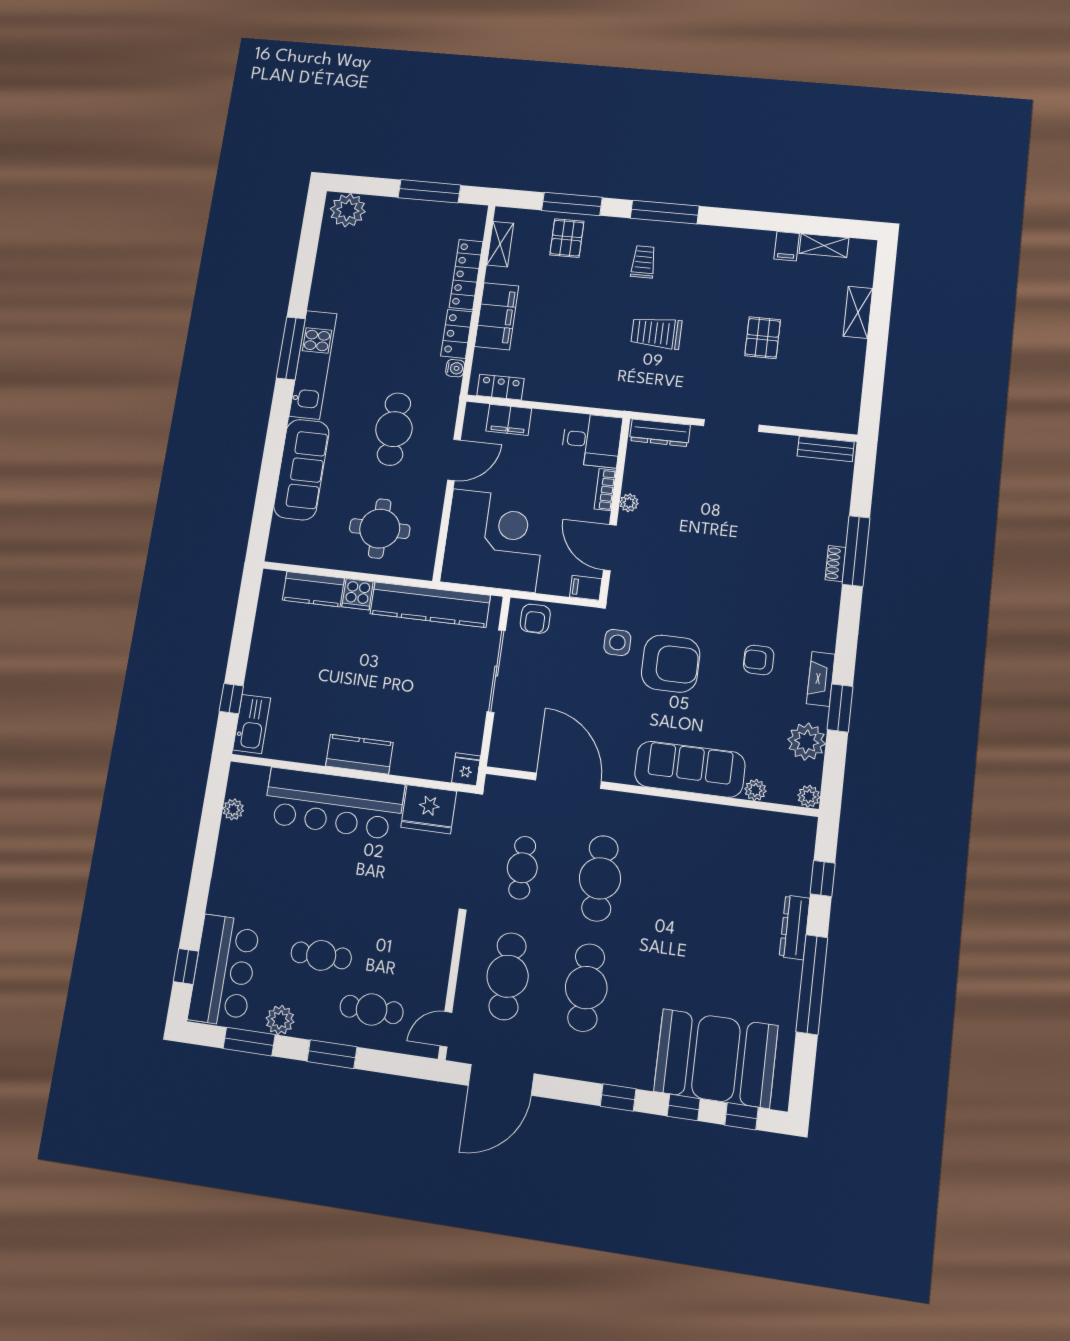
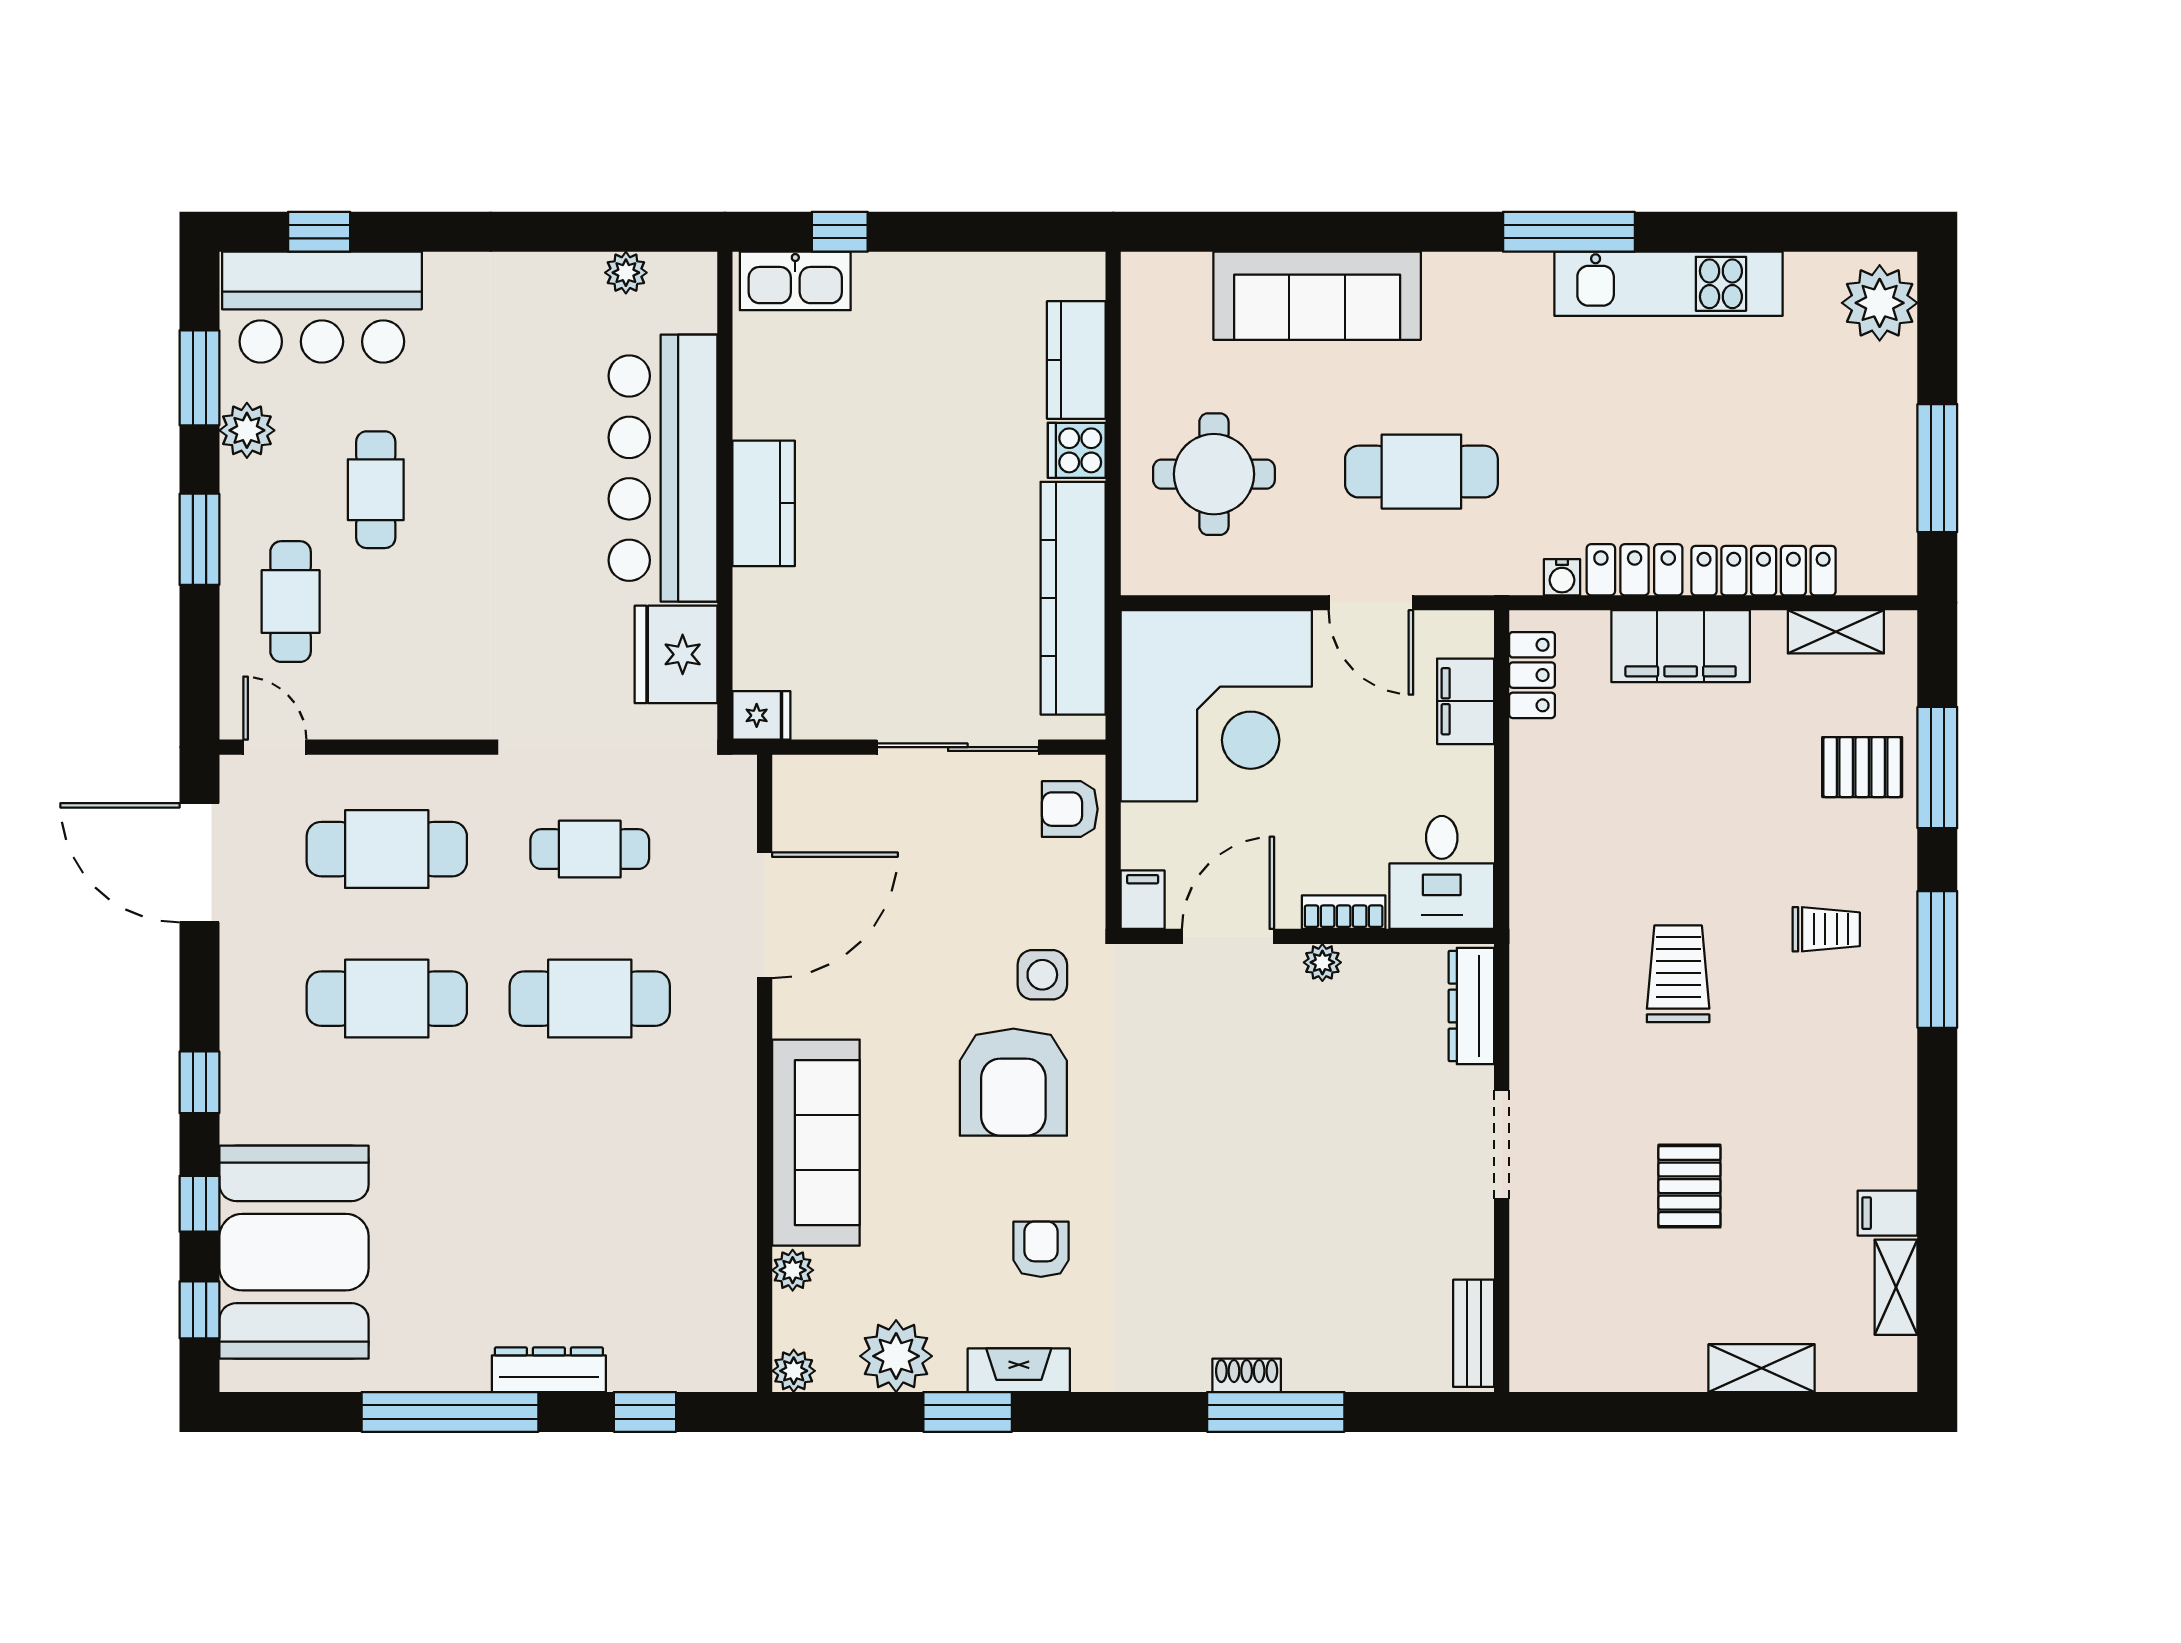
pallet: (763, 338) -> (1689, 1186), turned 90
kitchen unit: (313, 365) -> (1669, 284), moved

